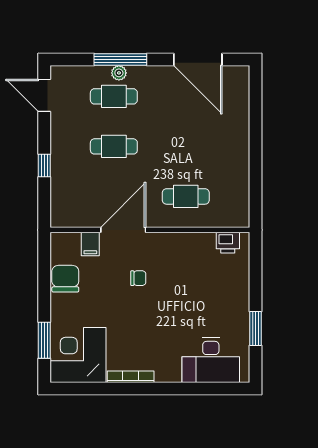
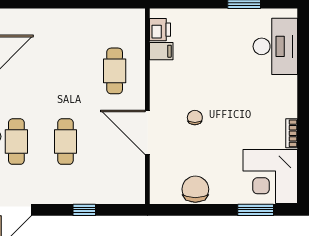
filing cabinet: (90, 244) -> (161, 51), moved
chair: (65, 279) -> (195, 189), turned 90
bookcase: (131, 377) -> (292, 133), width x0.64

